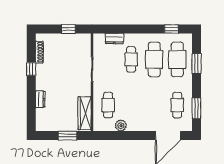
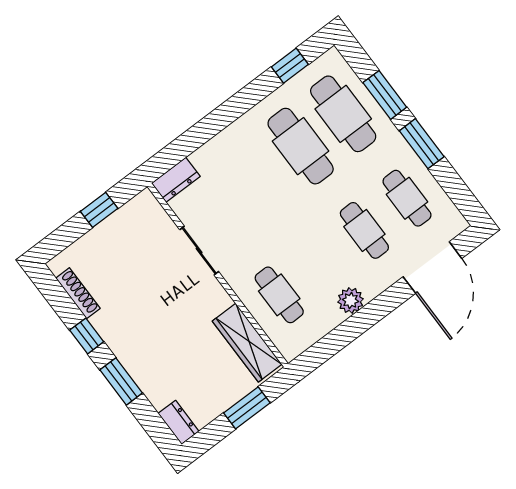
dresser: (114, 39) -> (176, 180), moved
cafe table: (131, 59) -> (364, 230), moved
window: (31, 94) -> (121, 381), added
dresser: (40, 99) -> (179, 422), moved
window: (197, 108) -> (422, 144), moved
plant: (121, 126) -> (351, 300), moved

